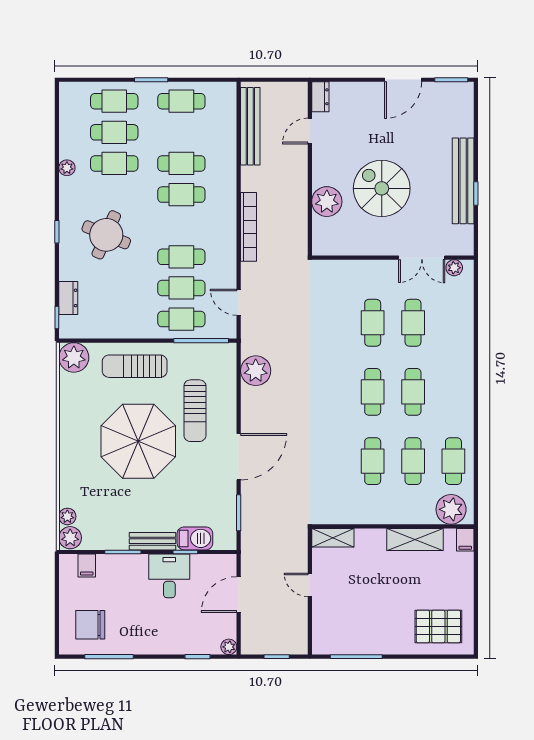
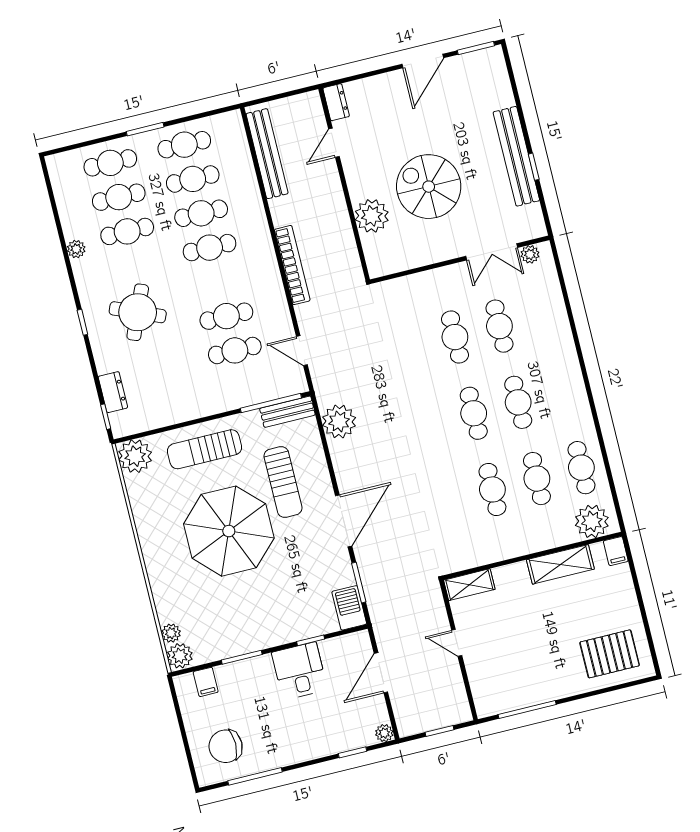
cafe table: (181, 319) -> (193, 179), moved
barbecue: (195, 538) -> (349, 608), moved, turned -90
bench: (152, 541) -> (287, 412), moved

